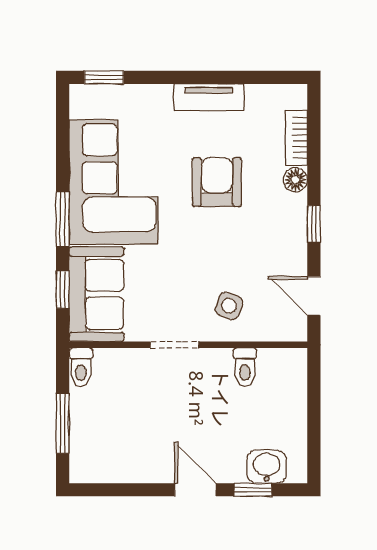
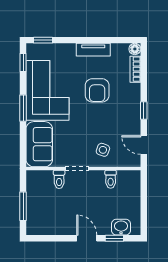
floor lamp: (295, 180) -> (135, 49), moved
armchair: (217, 182) -> (97, 90), turned 180
window: (63, 290) -> (23, 62), moved
toilet: (81, 367) -> (59, 179), moved

